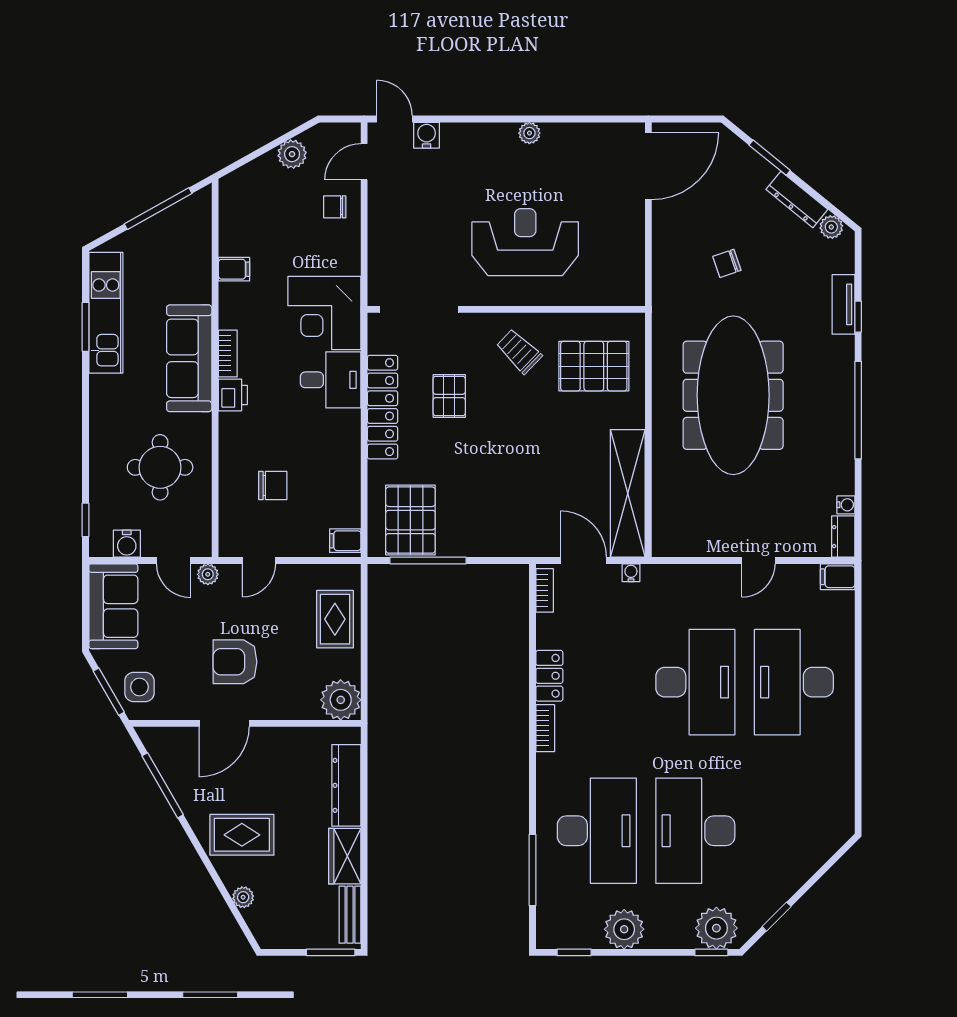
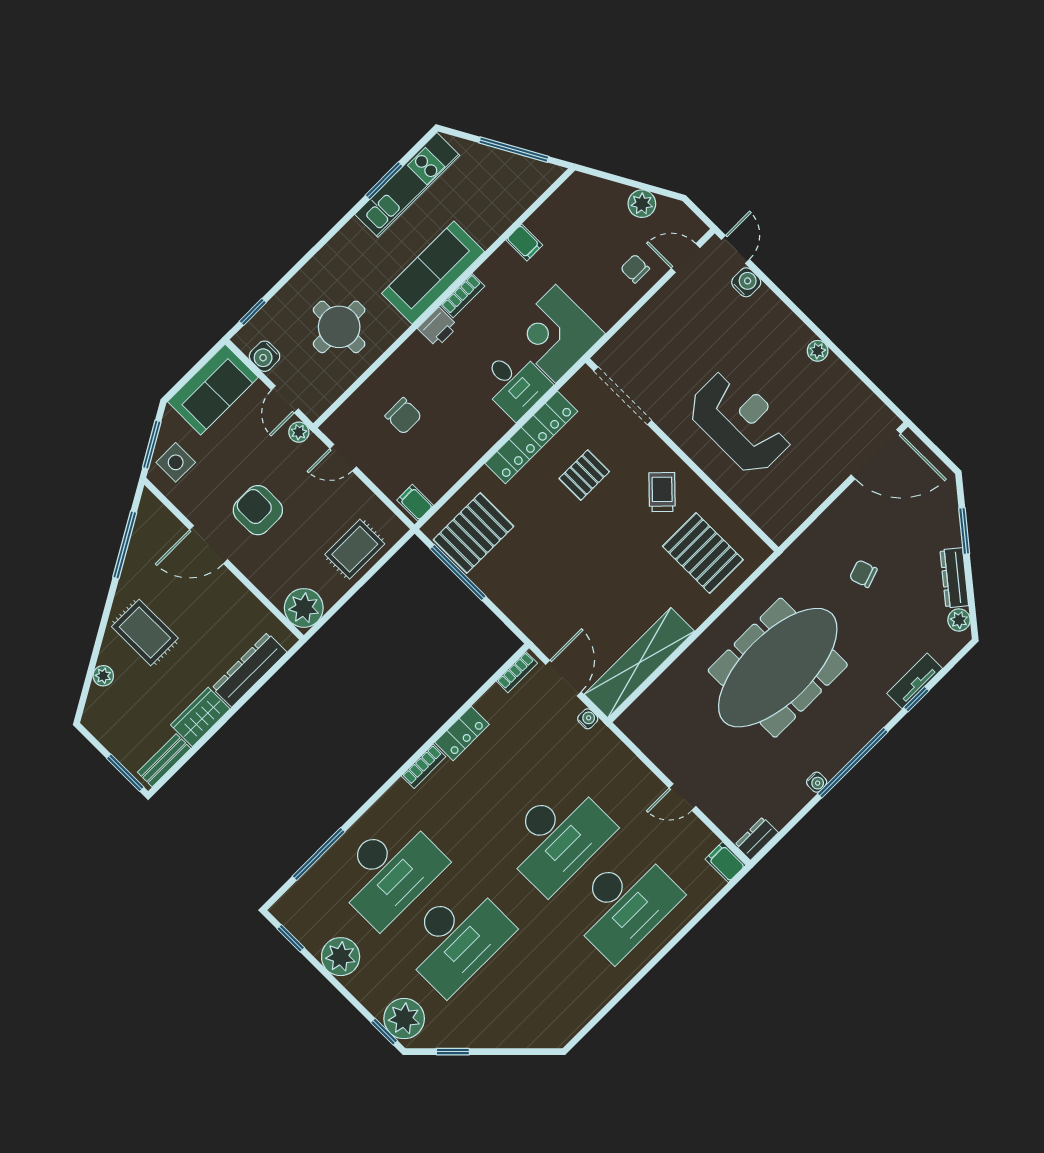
water cooler: (846, 505) -> (817, 782), moved
desk: (794, 682) -> (624, 904), turned 180
desk: (695, 831) -> (456, 938), turned 180

